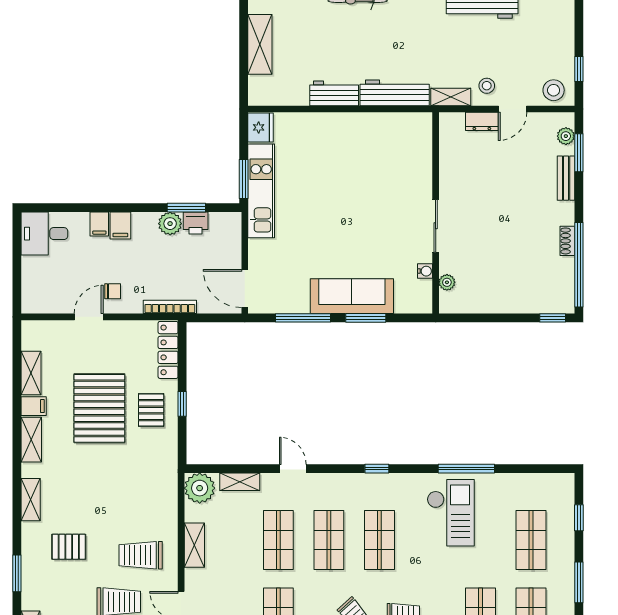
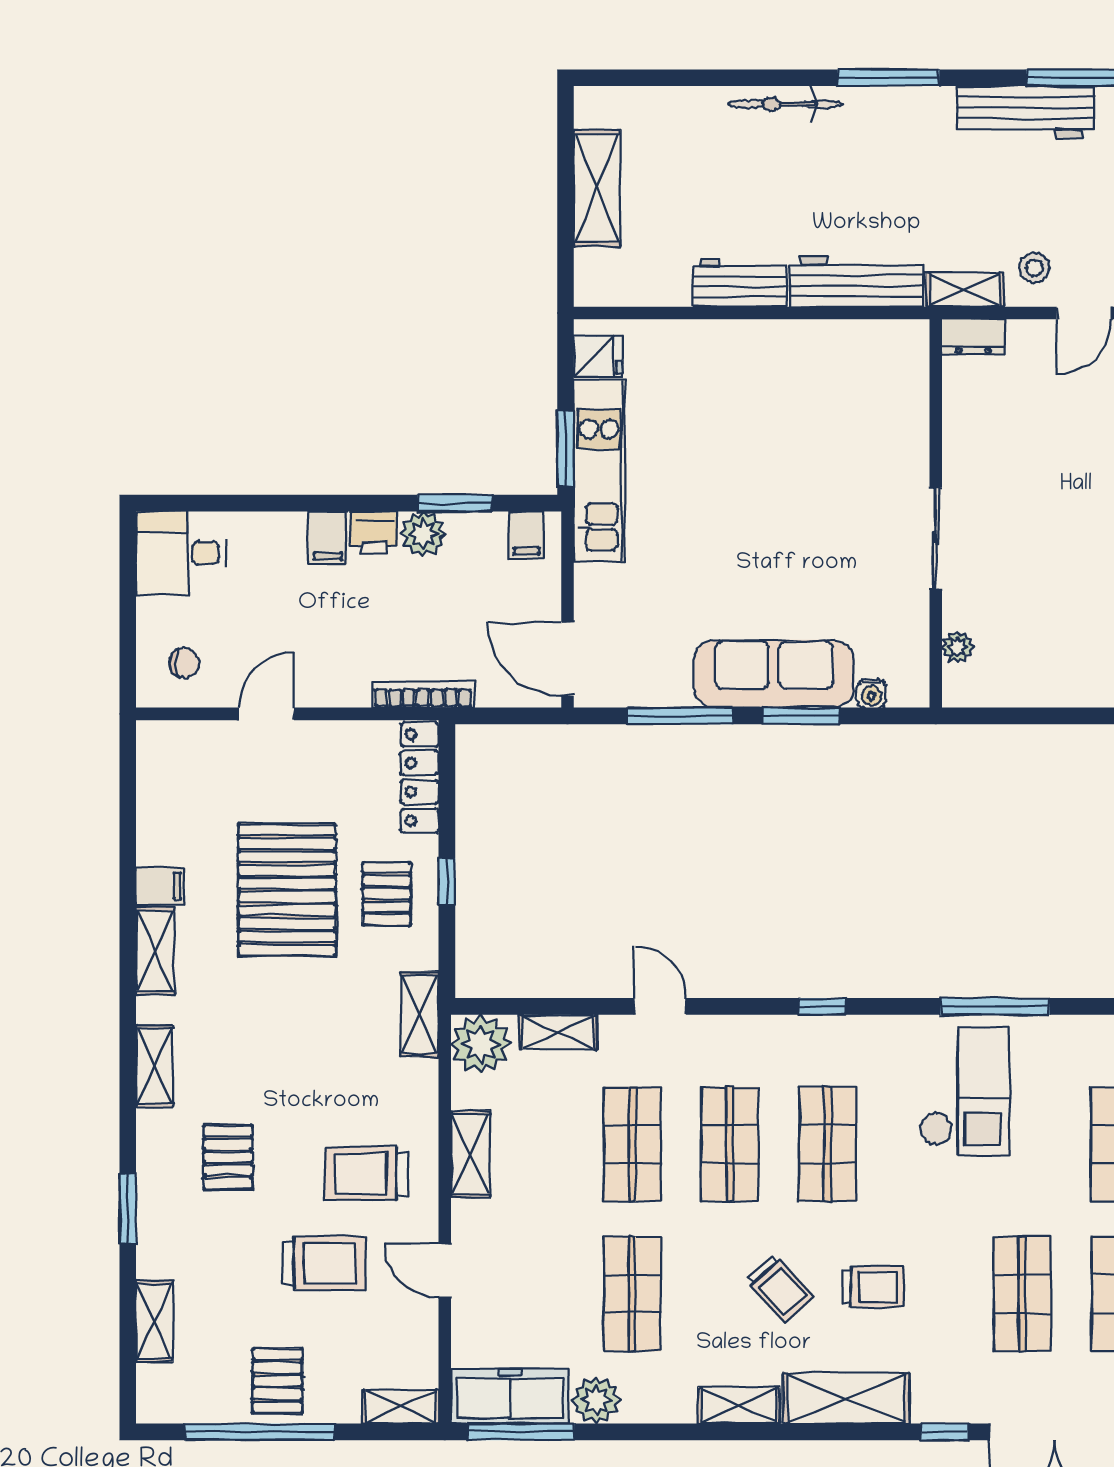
dresser: (482, 121) -> (973, 337), moved
fridge: (261, 127) -> (598, 356), width x0.72
printer: (196, 223) -> (374, 533), moved
filing cabinet: (99, 224) -> (527, 535), moved
water cooler: (425, 271) -> (872, 693), moved, turned 90
chair: (113, 291) -> (184, 663), moved
shelving: (31, 373) -> (420, 1014), moved
pallet: (69, 547) -> (228, 1157), turned 90

